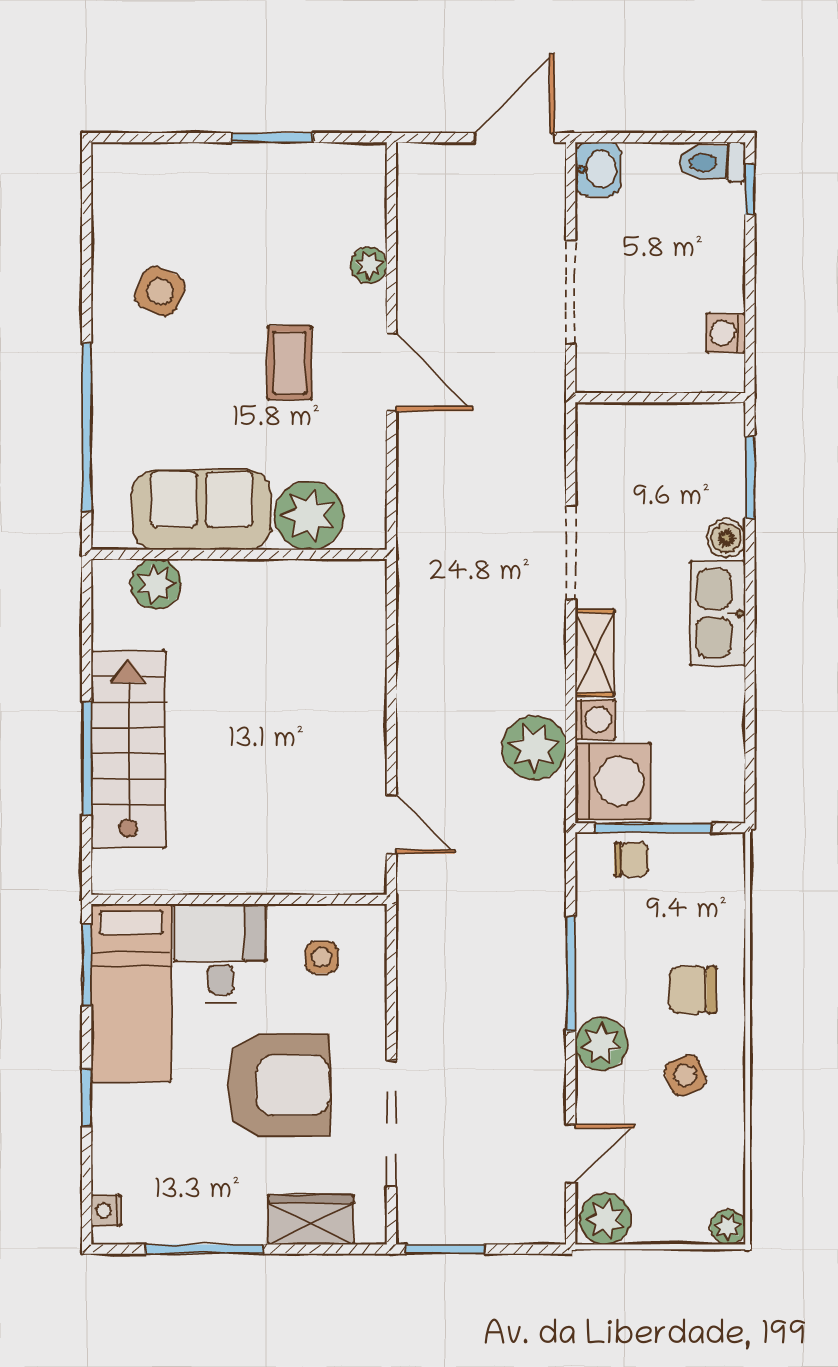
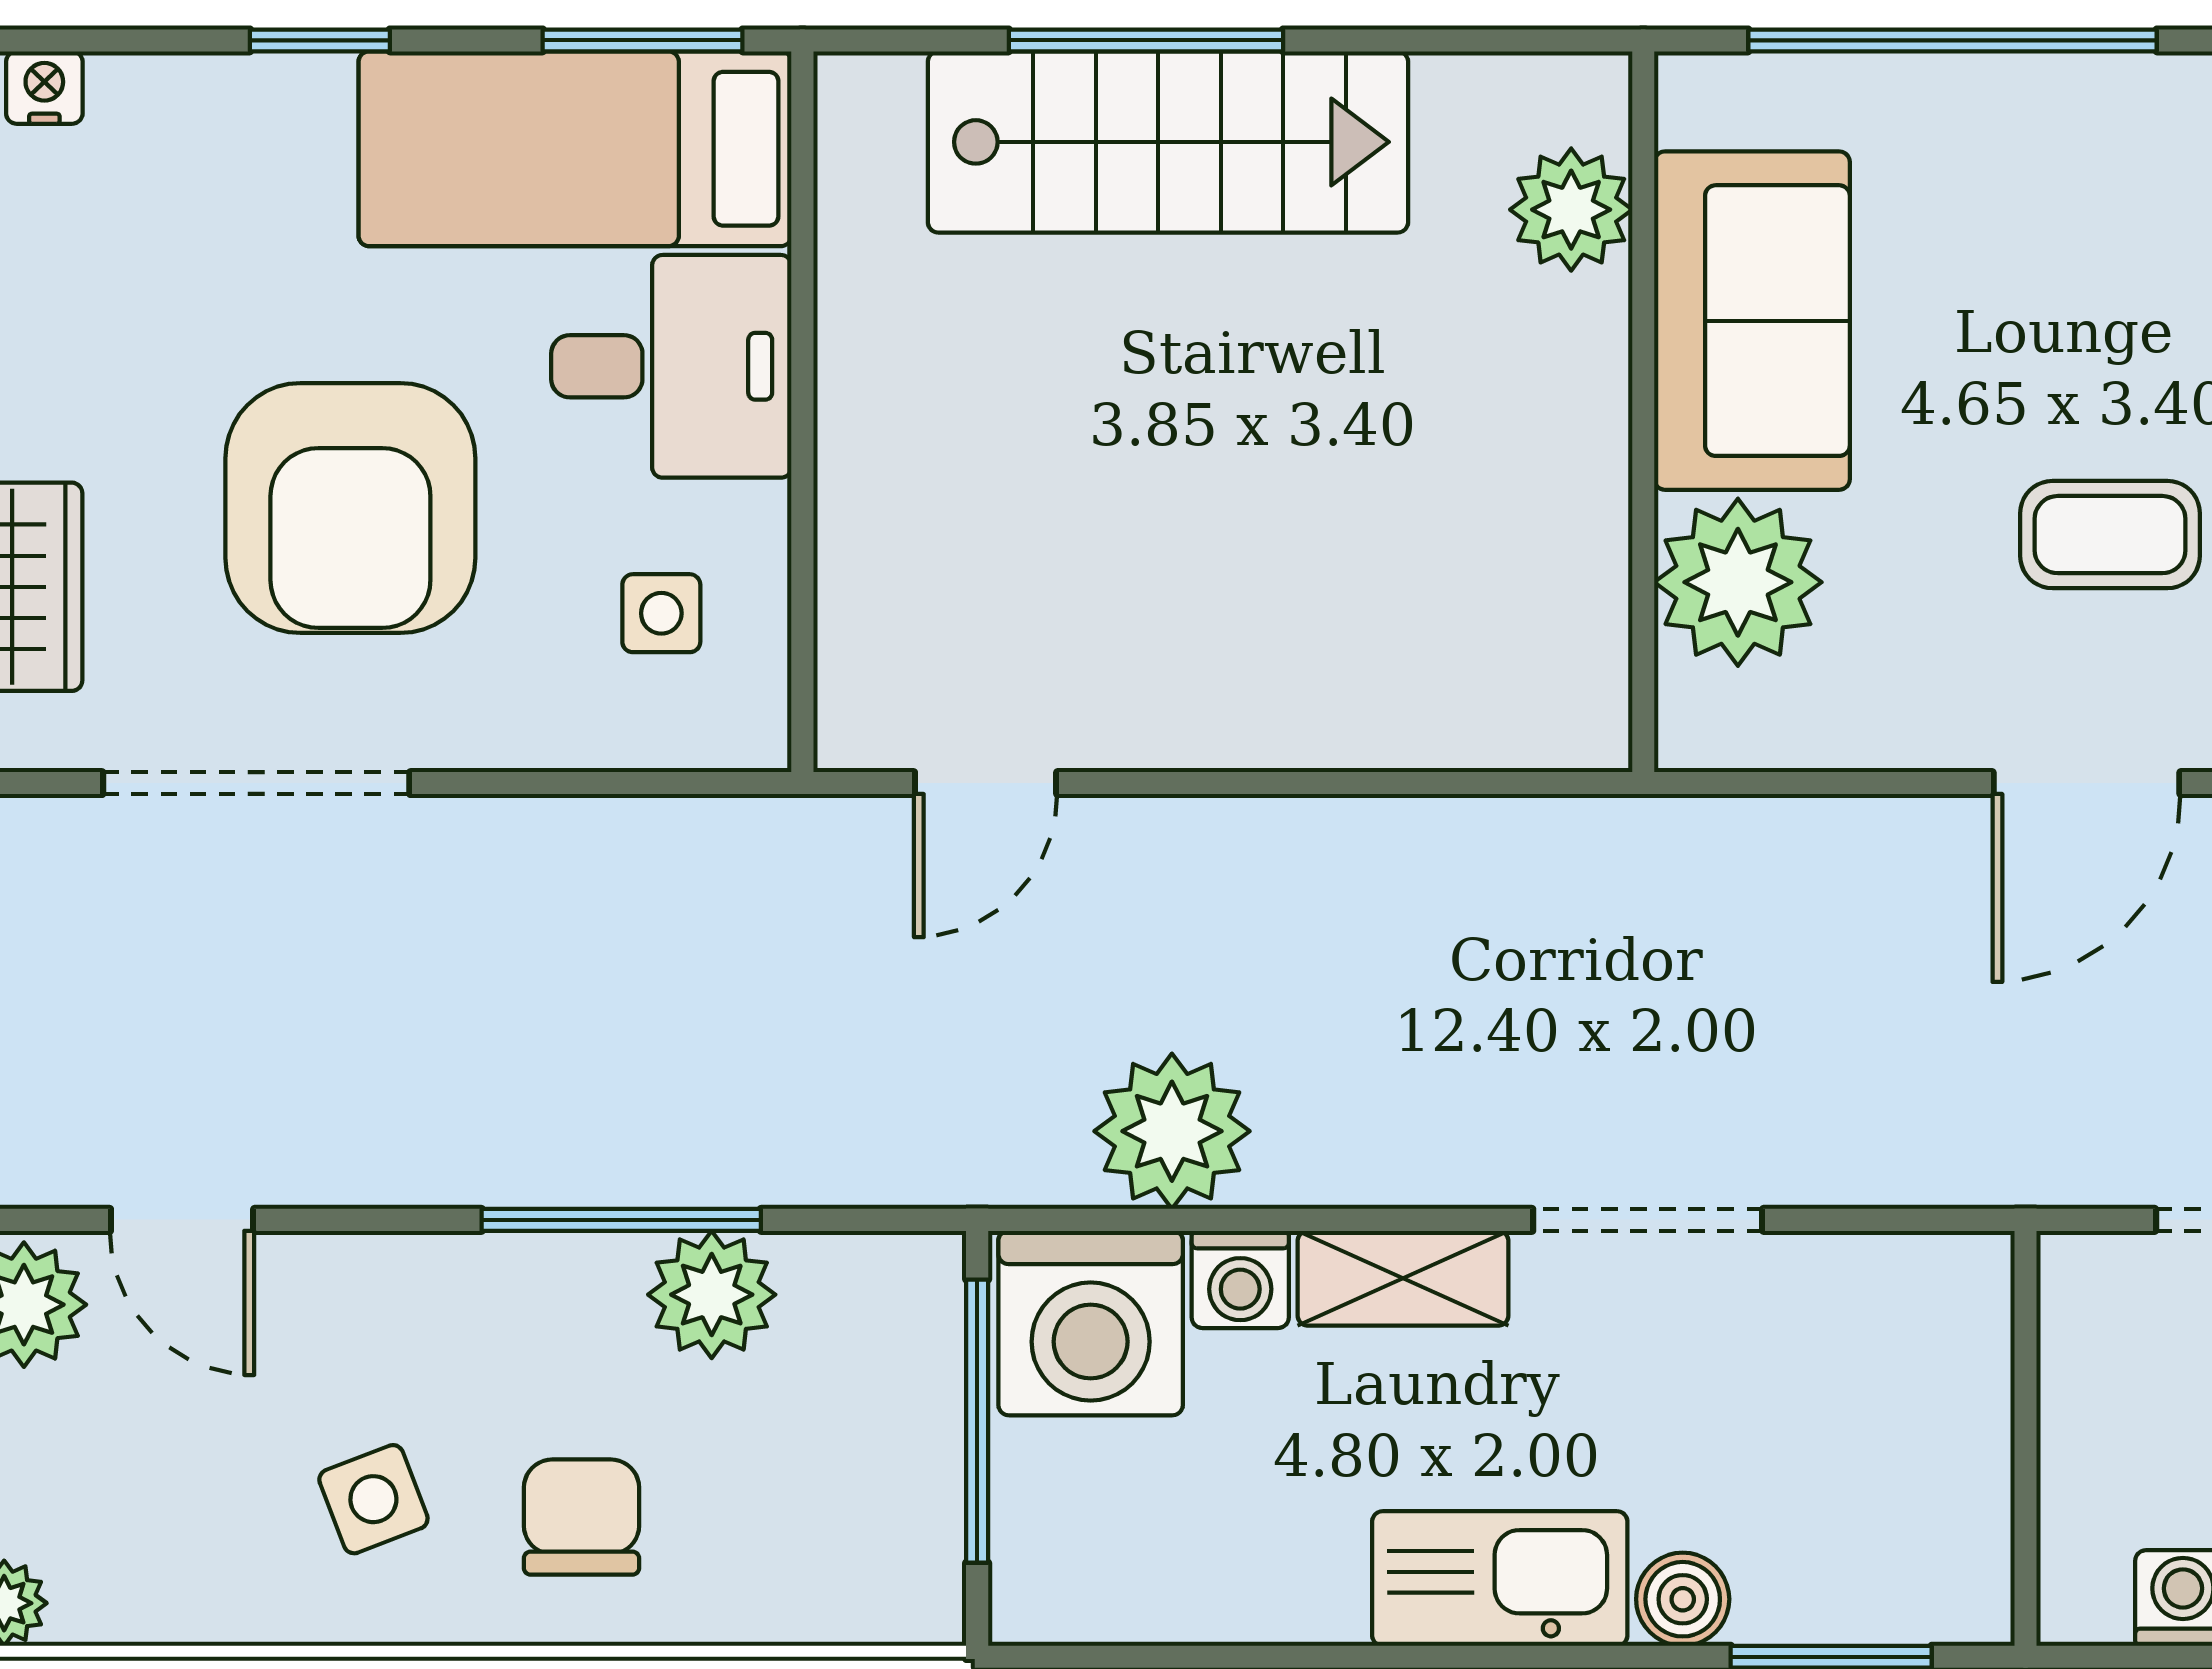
chair: (631, 859) -> (900, 1368), removed
plant: (601, 1044) -> (712, 1295), moved

